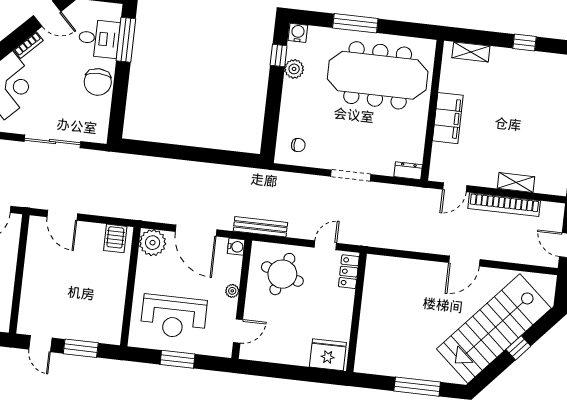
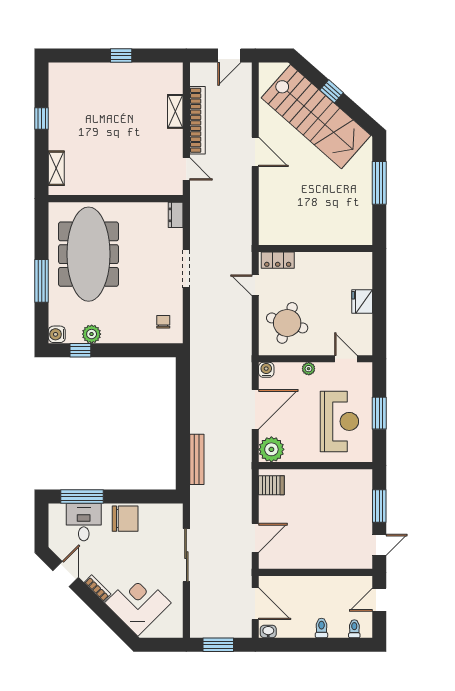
filing cabinet: (448, 118) -> (121, 183), removed
bench: (260, 227) -> (197, 459), moved
fridge: (328, 355) -> (362, 301), moved, width x0.73, depth x0.75

